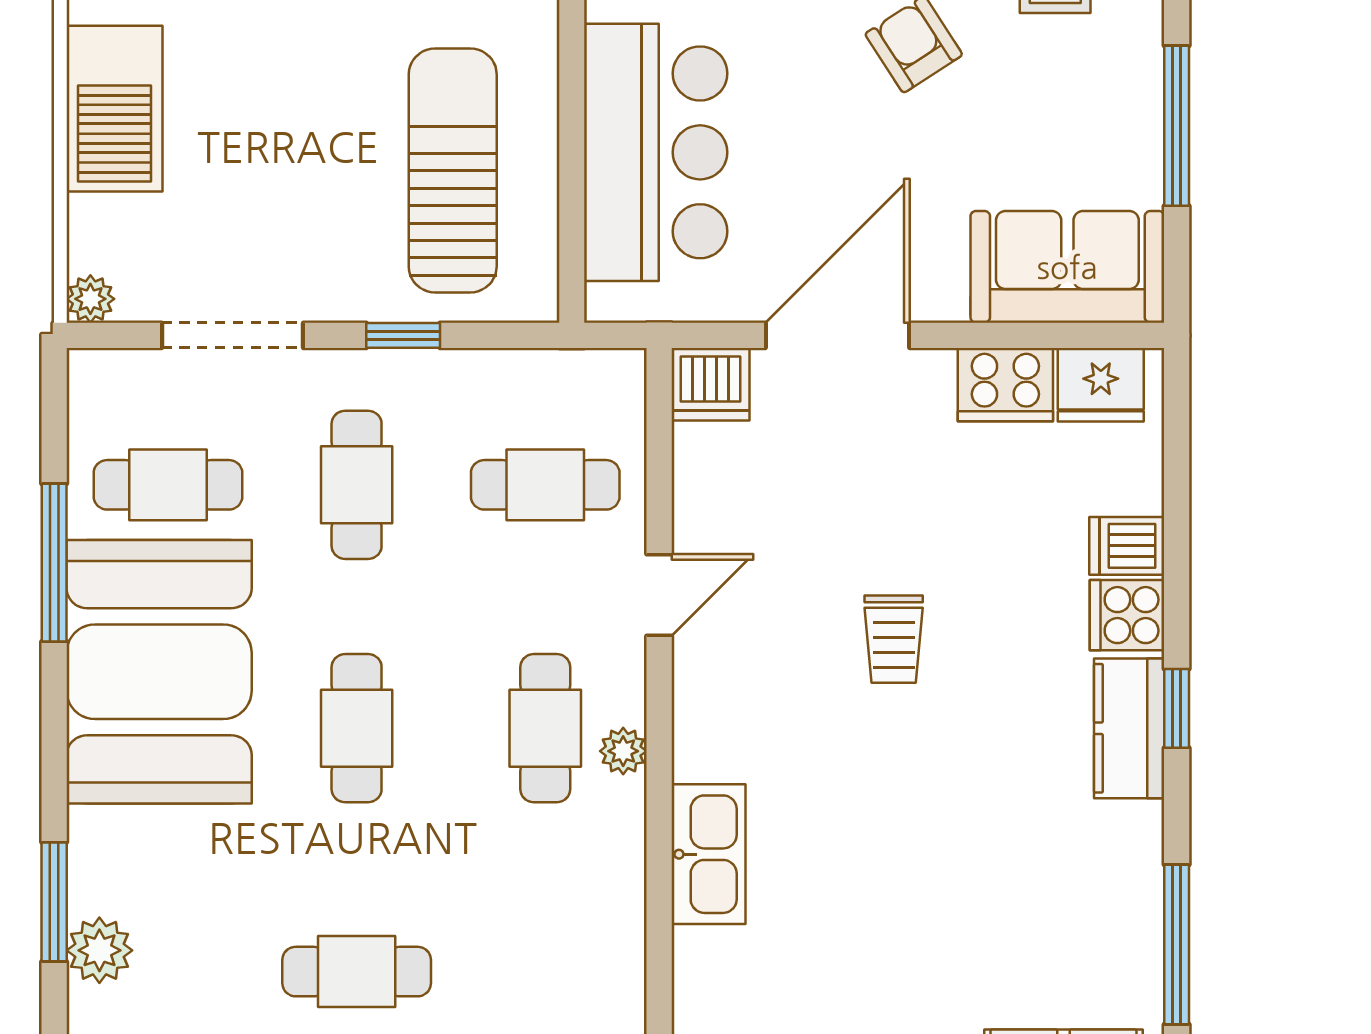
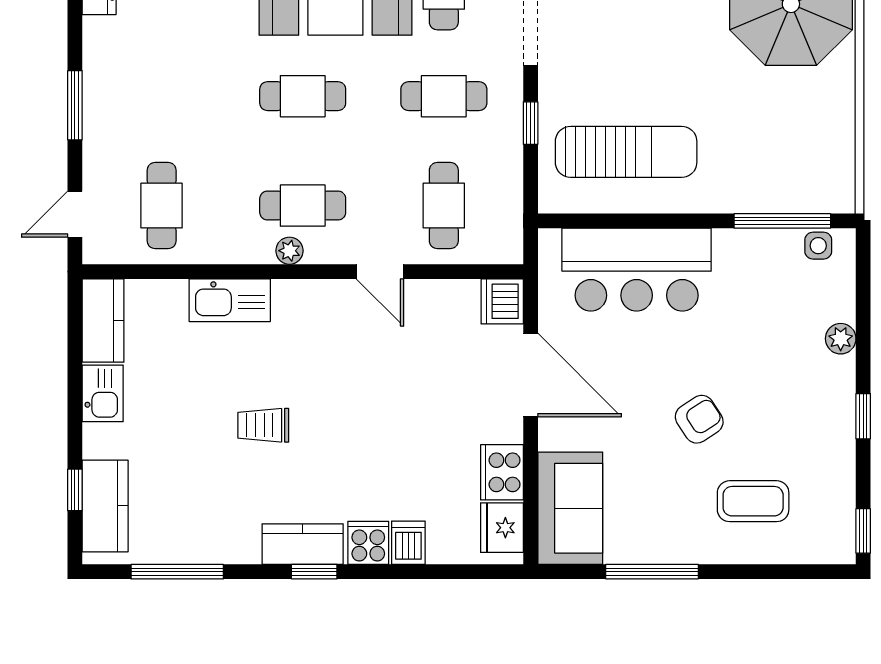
trolley: (894, 639) -> (263, 425), moved
cafe table: (357, 972) -> (162, 206), moved

